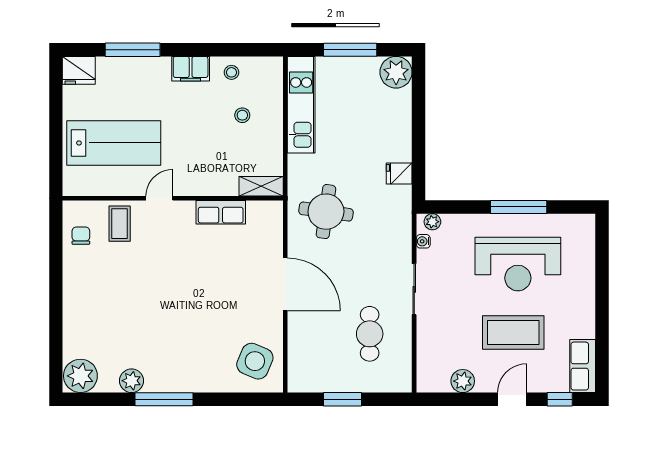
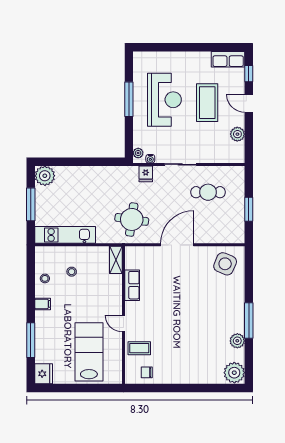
filing cabinet: (191, 69) -> (43, 304), width x0.50
fridge: (399, 174) -> (146, 174), moved

